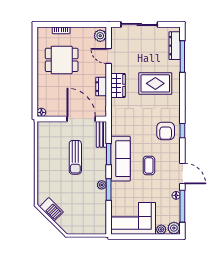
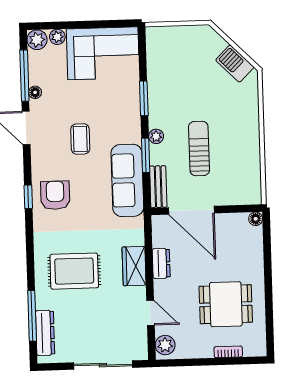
sofa: (120, 159) -> (127, 180), moved
plant: (102, 185) -> (156, 136), moved

